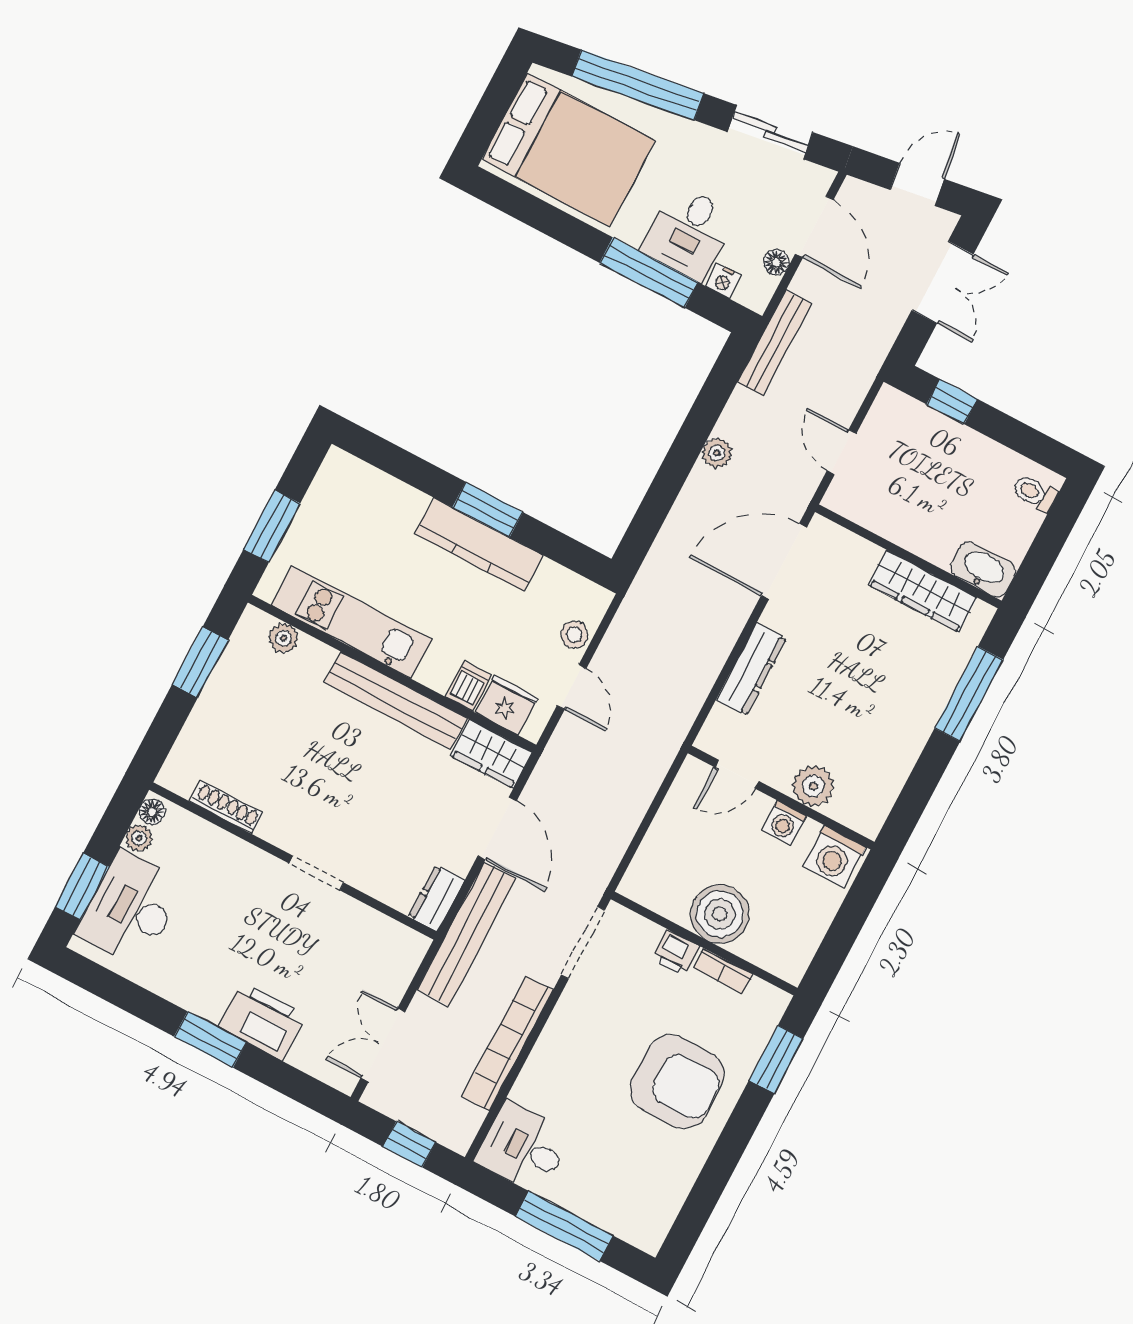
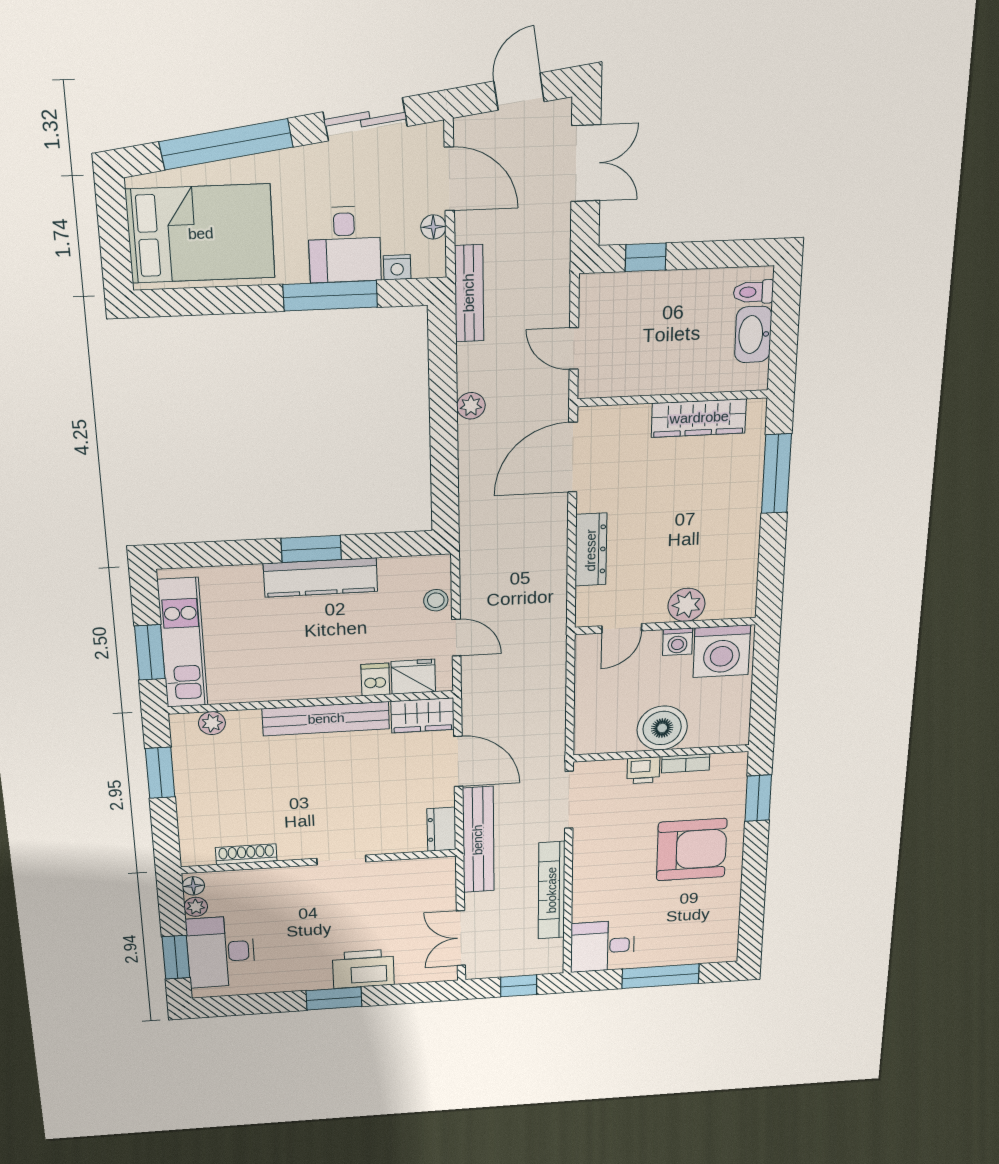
washbasin: (983, 569) -> (753, 334), moved, turned -90
kitchen unit: (352, 622) -> (183, 643), moved, turned 90
washing machine: (834, 857) -> (722, 651), width x1.37, depth x1.37

